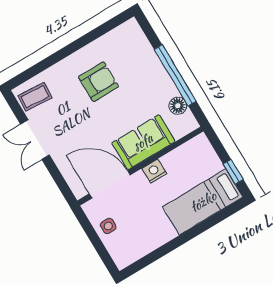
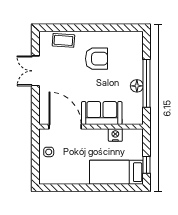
coffee table: (35, 97) -> (63, 40), moved
floor lamp: (178, 106) -> (137, 86), moved
nightstand: (154, 171) -> (115, 135), moved

